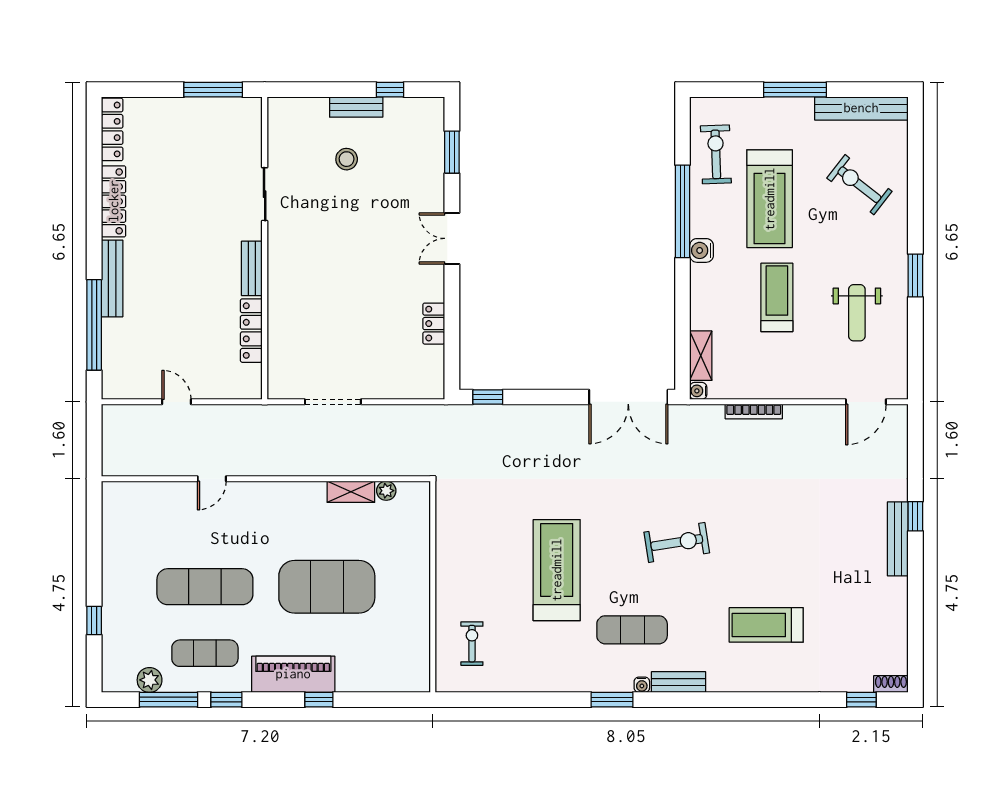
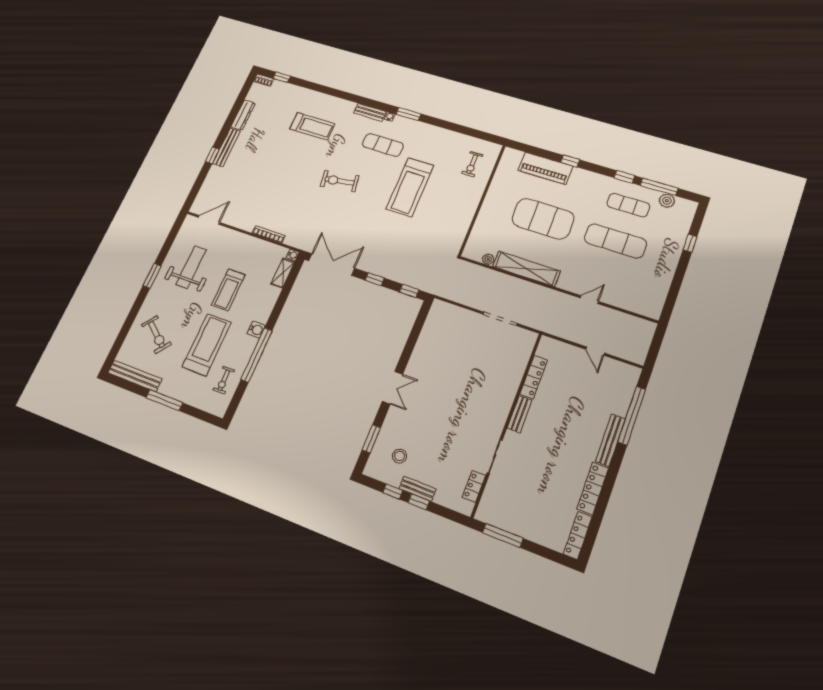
window: (347, 90) -> (419, 502), added
exercise bike: (716, 154) -> (224, 380), width x0.73, depth x0.72
stool: (347, 159) -> (400, 456), moved
weight bench: (857, 313) -> (191, 267), width x1.36, depth x1.33
locker: (434, 324) -> (474, 486), moved, turned 180
window: (549, 397) -> (375, 279), added
shelving: (351, 492) -> (526, 269), width x2.20, depth x1.33
dresser: (897, 607) -> (243, 115), added
piano: (293, 674) -> (545, 168), moved

